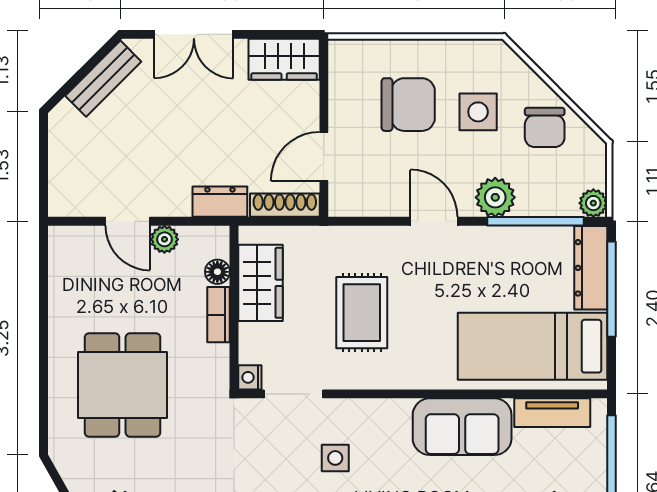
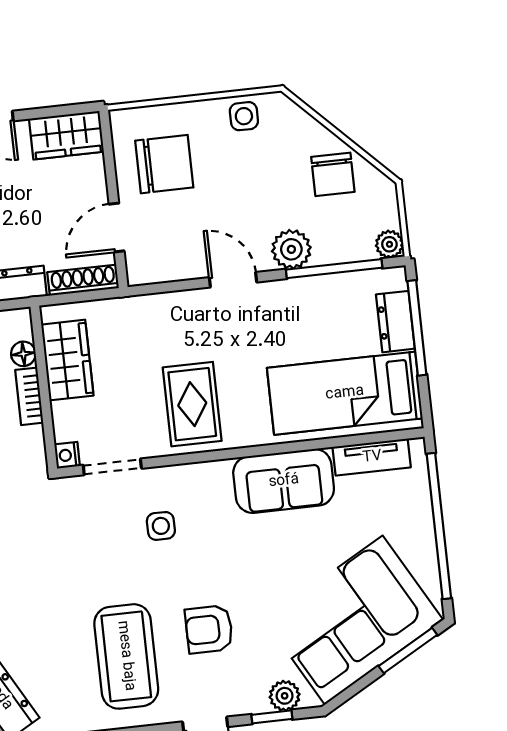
chair: (408, 105) -> (164, 164), moved
side table: (478, 112) -> (244, 116), moved, width x0.73, depth x0.73
dresser: (591, 268) -> (395, 322), width x0.70
rug: (362, 313) -> (192, 404), moved

